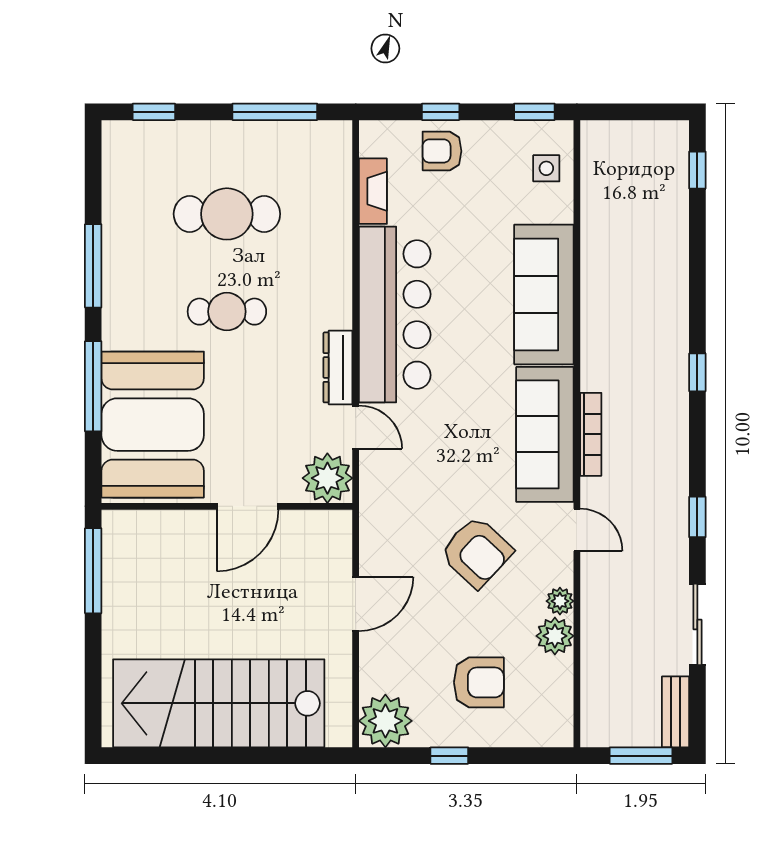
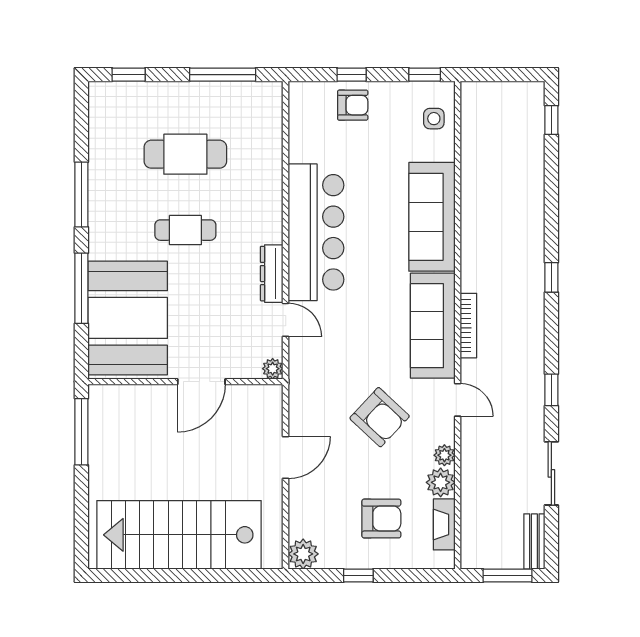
armchair: (442, 151) -> (353, 105), turned 180
fireplace: (373, 191) -> (444, 524), moved, turned 180
plant: (327, 478) -> (273, 369), width x0.53, depth x0.53
plant: (385, 721) -> (303, 554), width x0.73, depth x0.73

